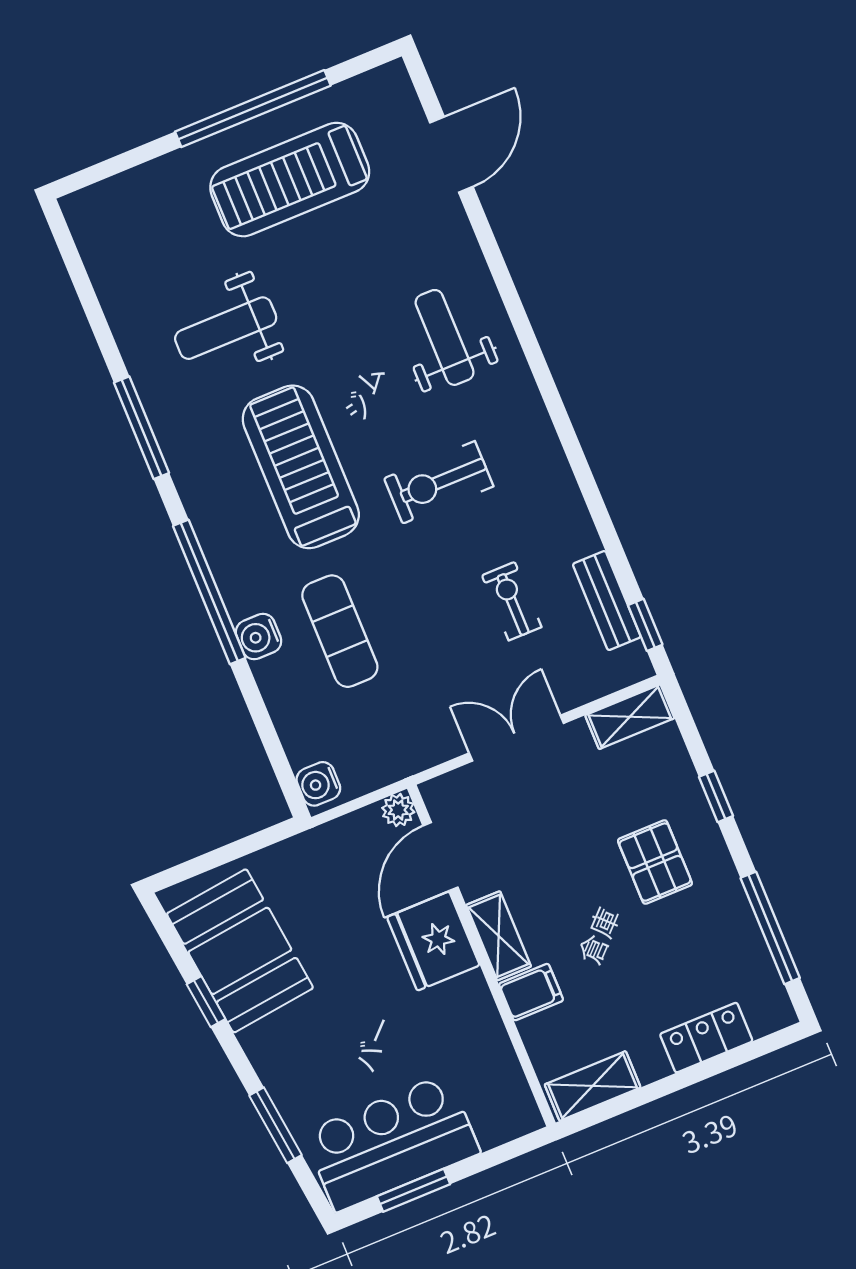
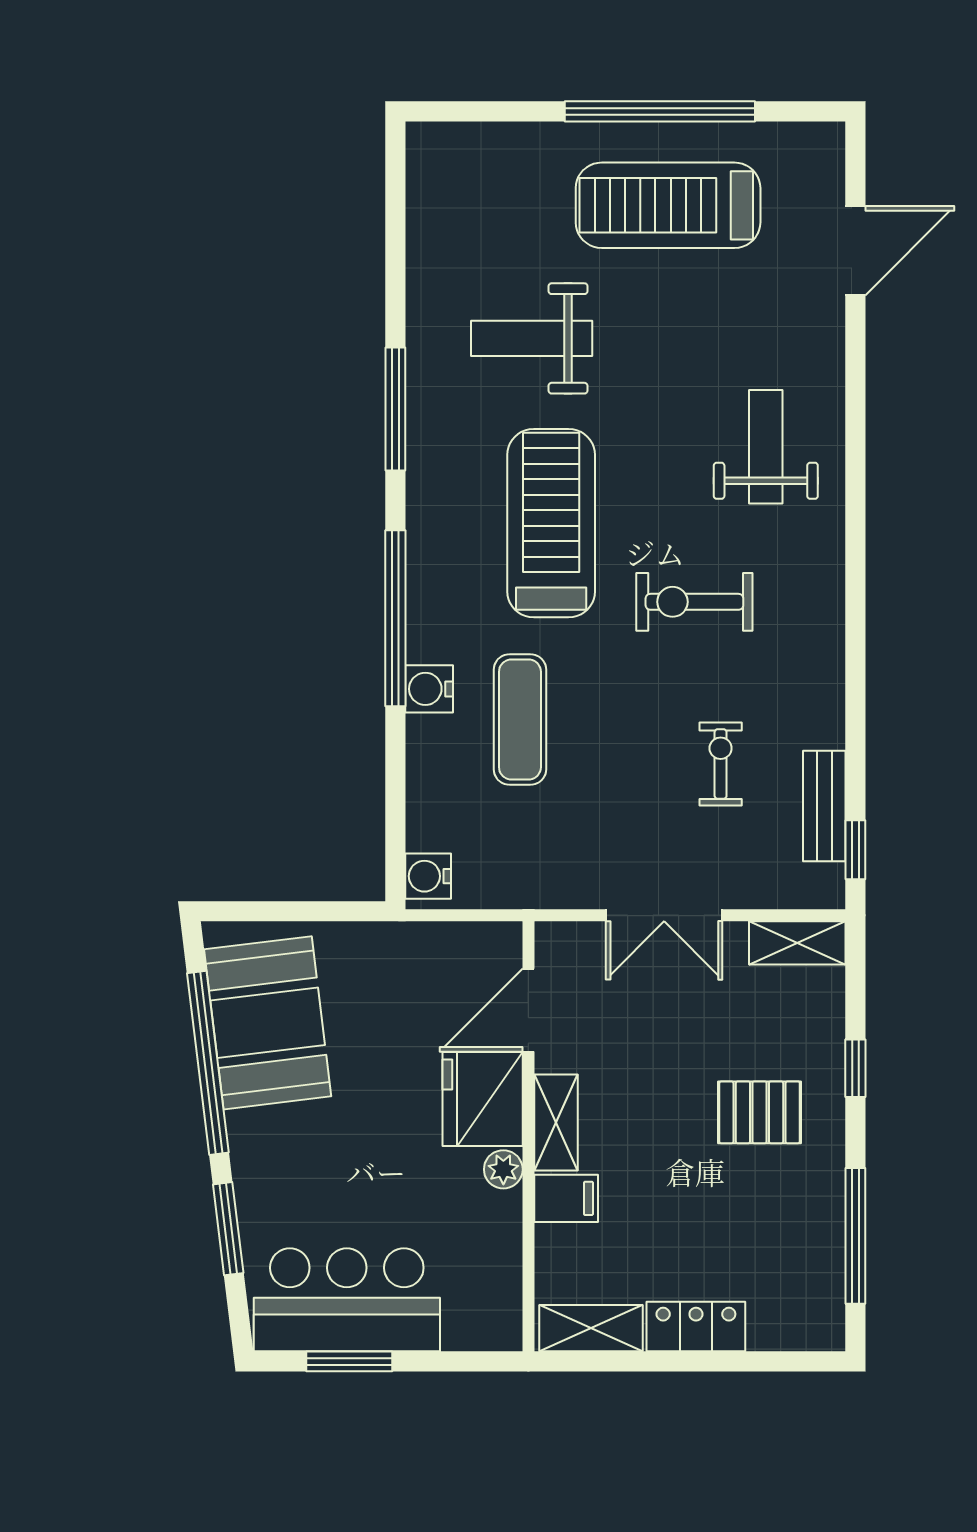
double door: (516, 738) -> (664, 915), swing flipped
plant: (398, 810) -> (503, 1169), moved
pallet: (655, 862) -> (760, 1112), turned 90
window: (206, 1002) -> (208, 1063), width x3.17
locker: (706, 1038) -> (696, 1327), moved

